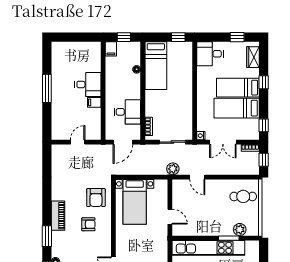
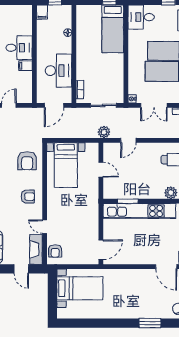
bed: (156, 66) -> (113, 29), moved
desk: (127, 112) -> (59, 71), width x1.37
door: (197, 177) -> (128, 140), hinge flipped
door: (170, 217) -> (101, 170), moved
armchair: (88, 224) -> (28, 197), moved
window: (229, 238) -> (128, 201), moved

